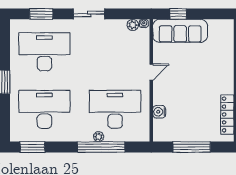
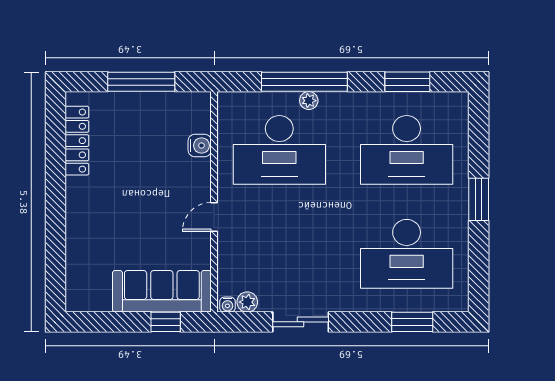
sliding door: (89, 14) -> (301, 322), moved
window: (32, 147) -> (407, 82), moved

